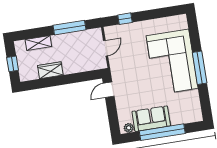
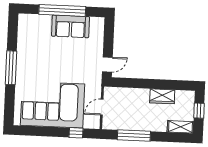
shelving: (38, 43) -> (180, 127), moved
corner sofa: (172, 62) -> (53, 105), moved, turned -90
plant: (129, 128) -> (95, 22), removed

